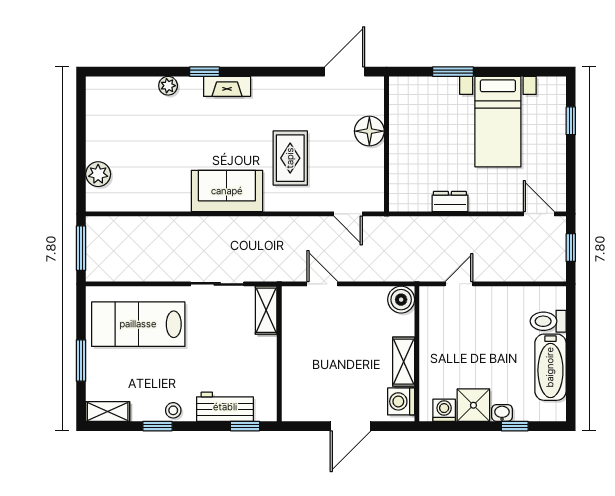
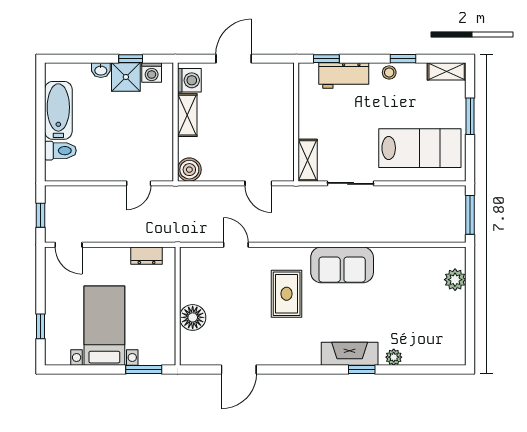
fireplace: (227, 86) -> (350, 354), width x1.37, depth x1.32
floor lamp: (369, 131) -> (193, 317), moved
wall: (387, 144) -> (178, 306), moved
window: (515, 426) -> (131, 59), moved

